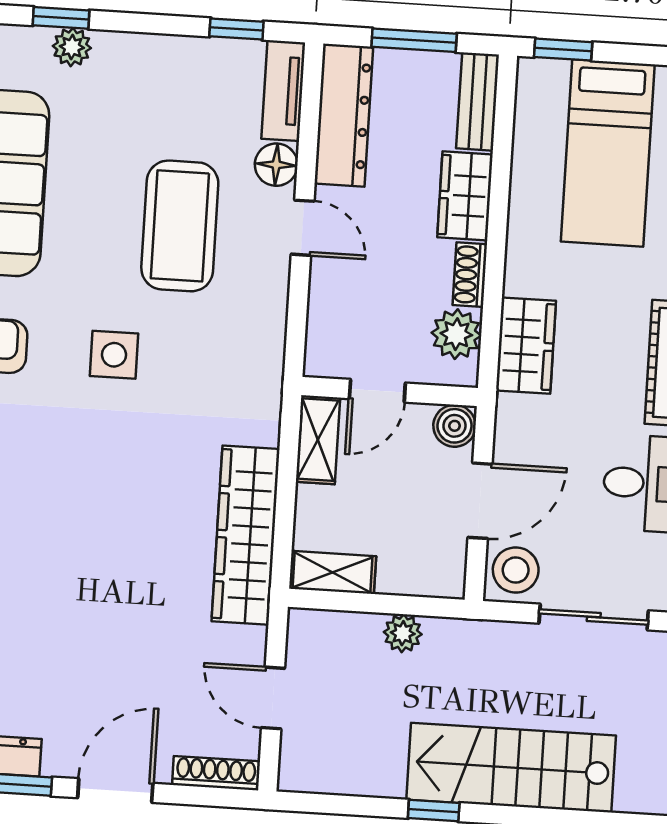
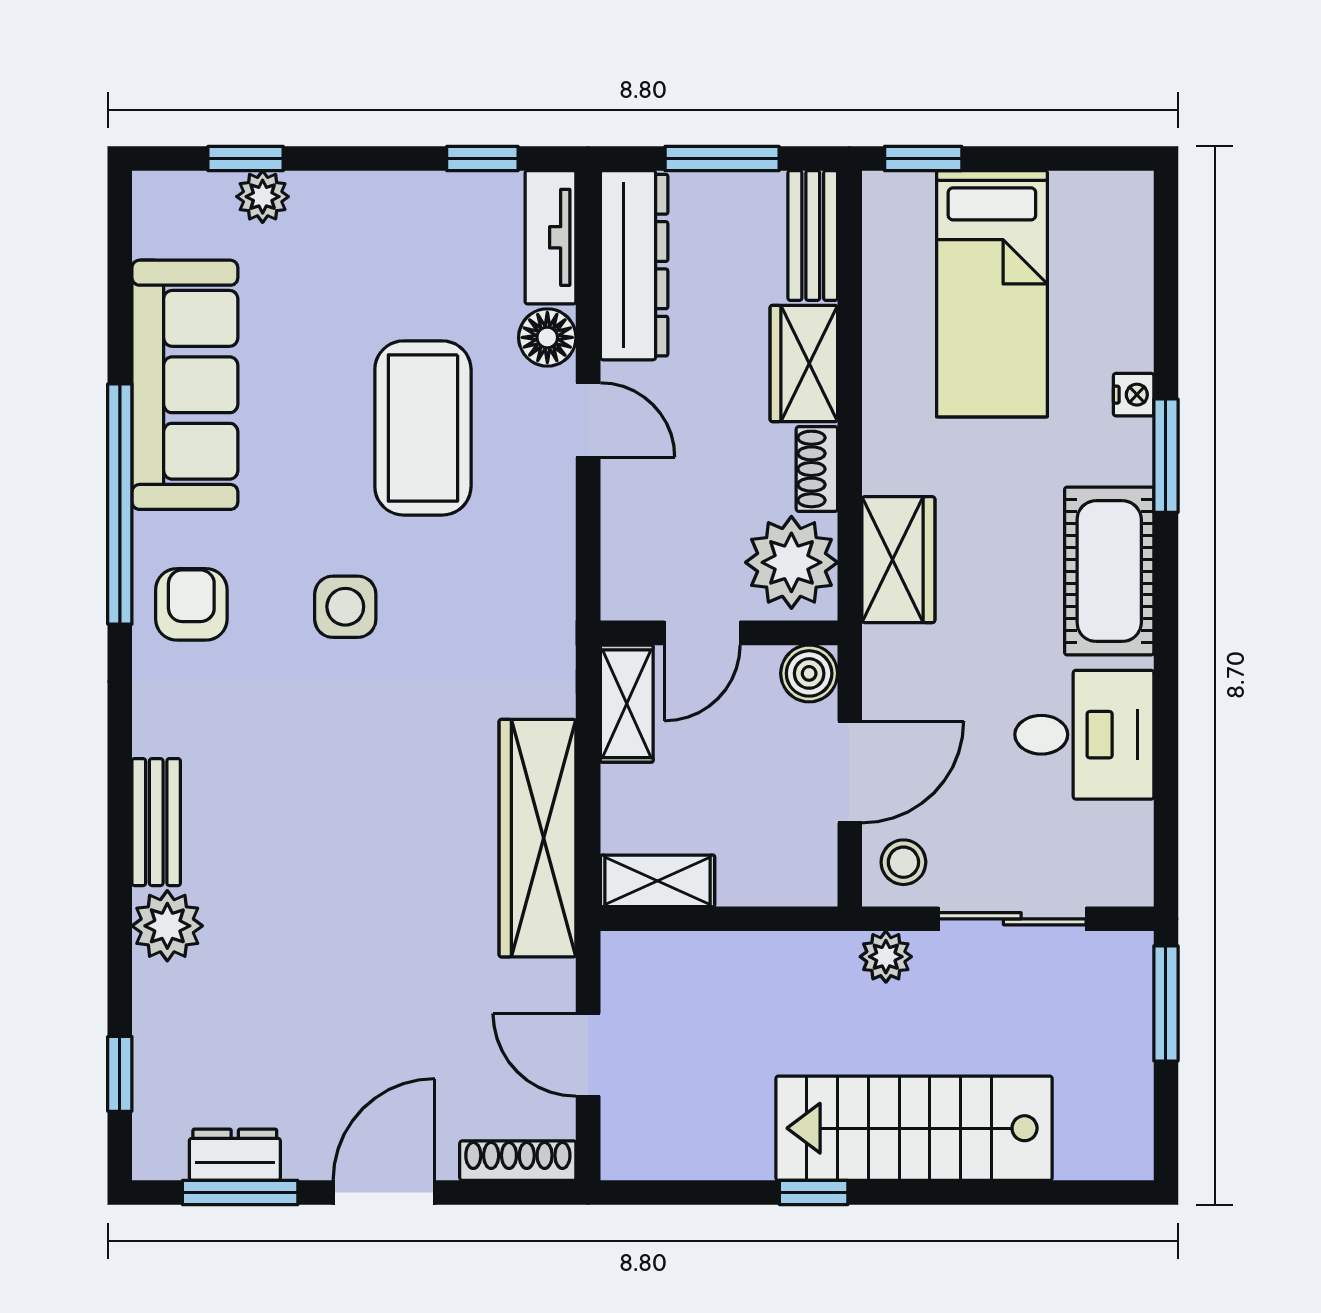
plant: (456, 334) -> (791, 562), width x1.36, depth x1.36
stool: (516, 570) -> (903, 862), width x0.73, depth x0.73
plant: (403, 633) -> (886, 957), moved

